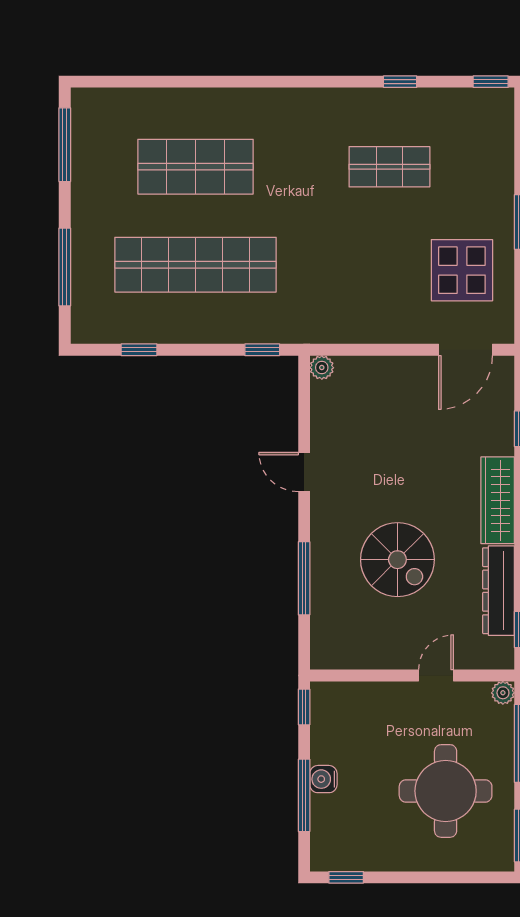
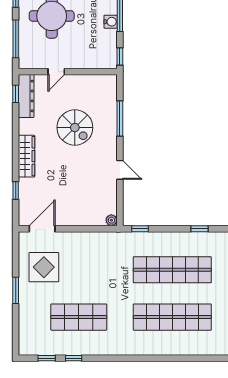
window: (491, 82) -> (47, 358), moved
shop shelf: (196, 167) -> (172, 317), width x1.40
shop shelf: (389, 167) -> (79, 317), width x1.43, depth x1.36
spiral stairs: (397, 560) -> (75, 128), turned 180
dresser: (499, 591) -> (26, 96), moved
plant: (503, 693) -> (24, 63), removed

